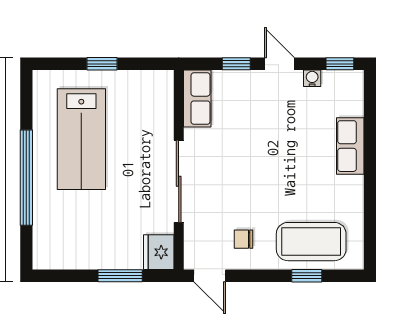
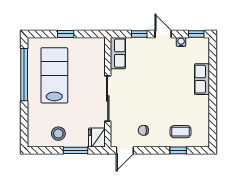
lab bench: (81, 139) -> (54, 75), turned 180
window: (26, 178) -> (24, 75), moved
coffee table: (311, 242) -> (181, 132), width x0.54, depth x0.58
stool: (89, 245) -> (58, 134), added
door: (210, 276) -> (125, 150), hinge flipped

